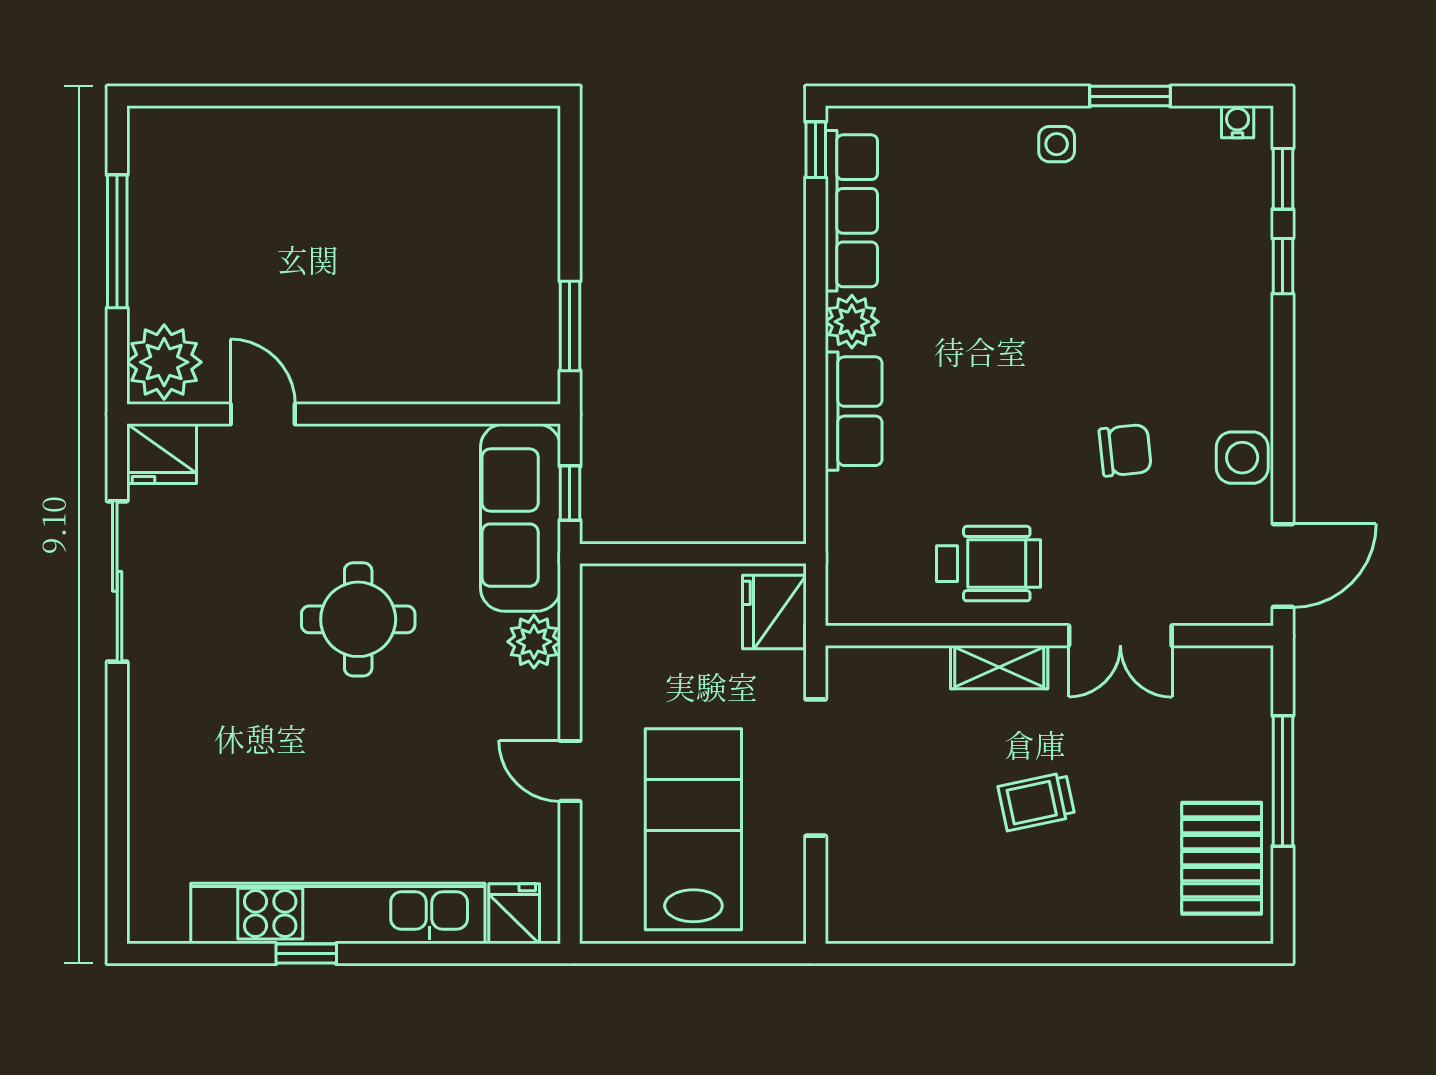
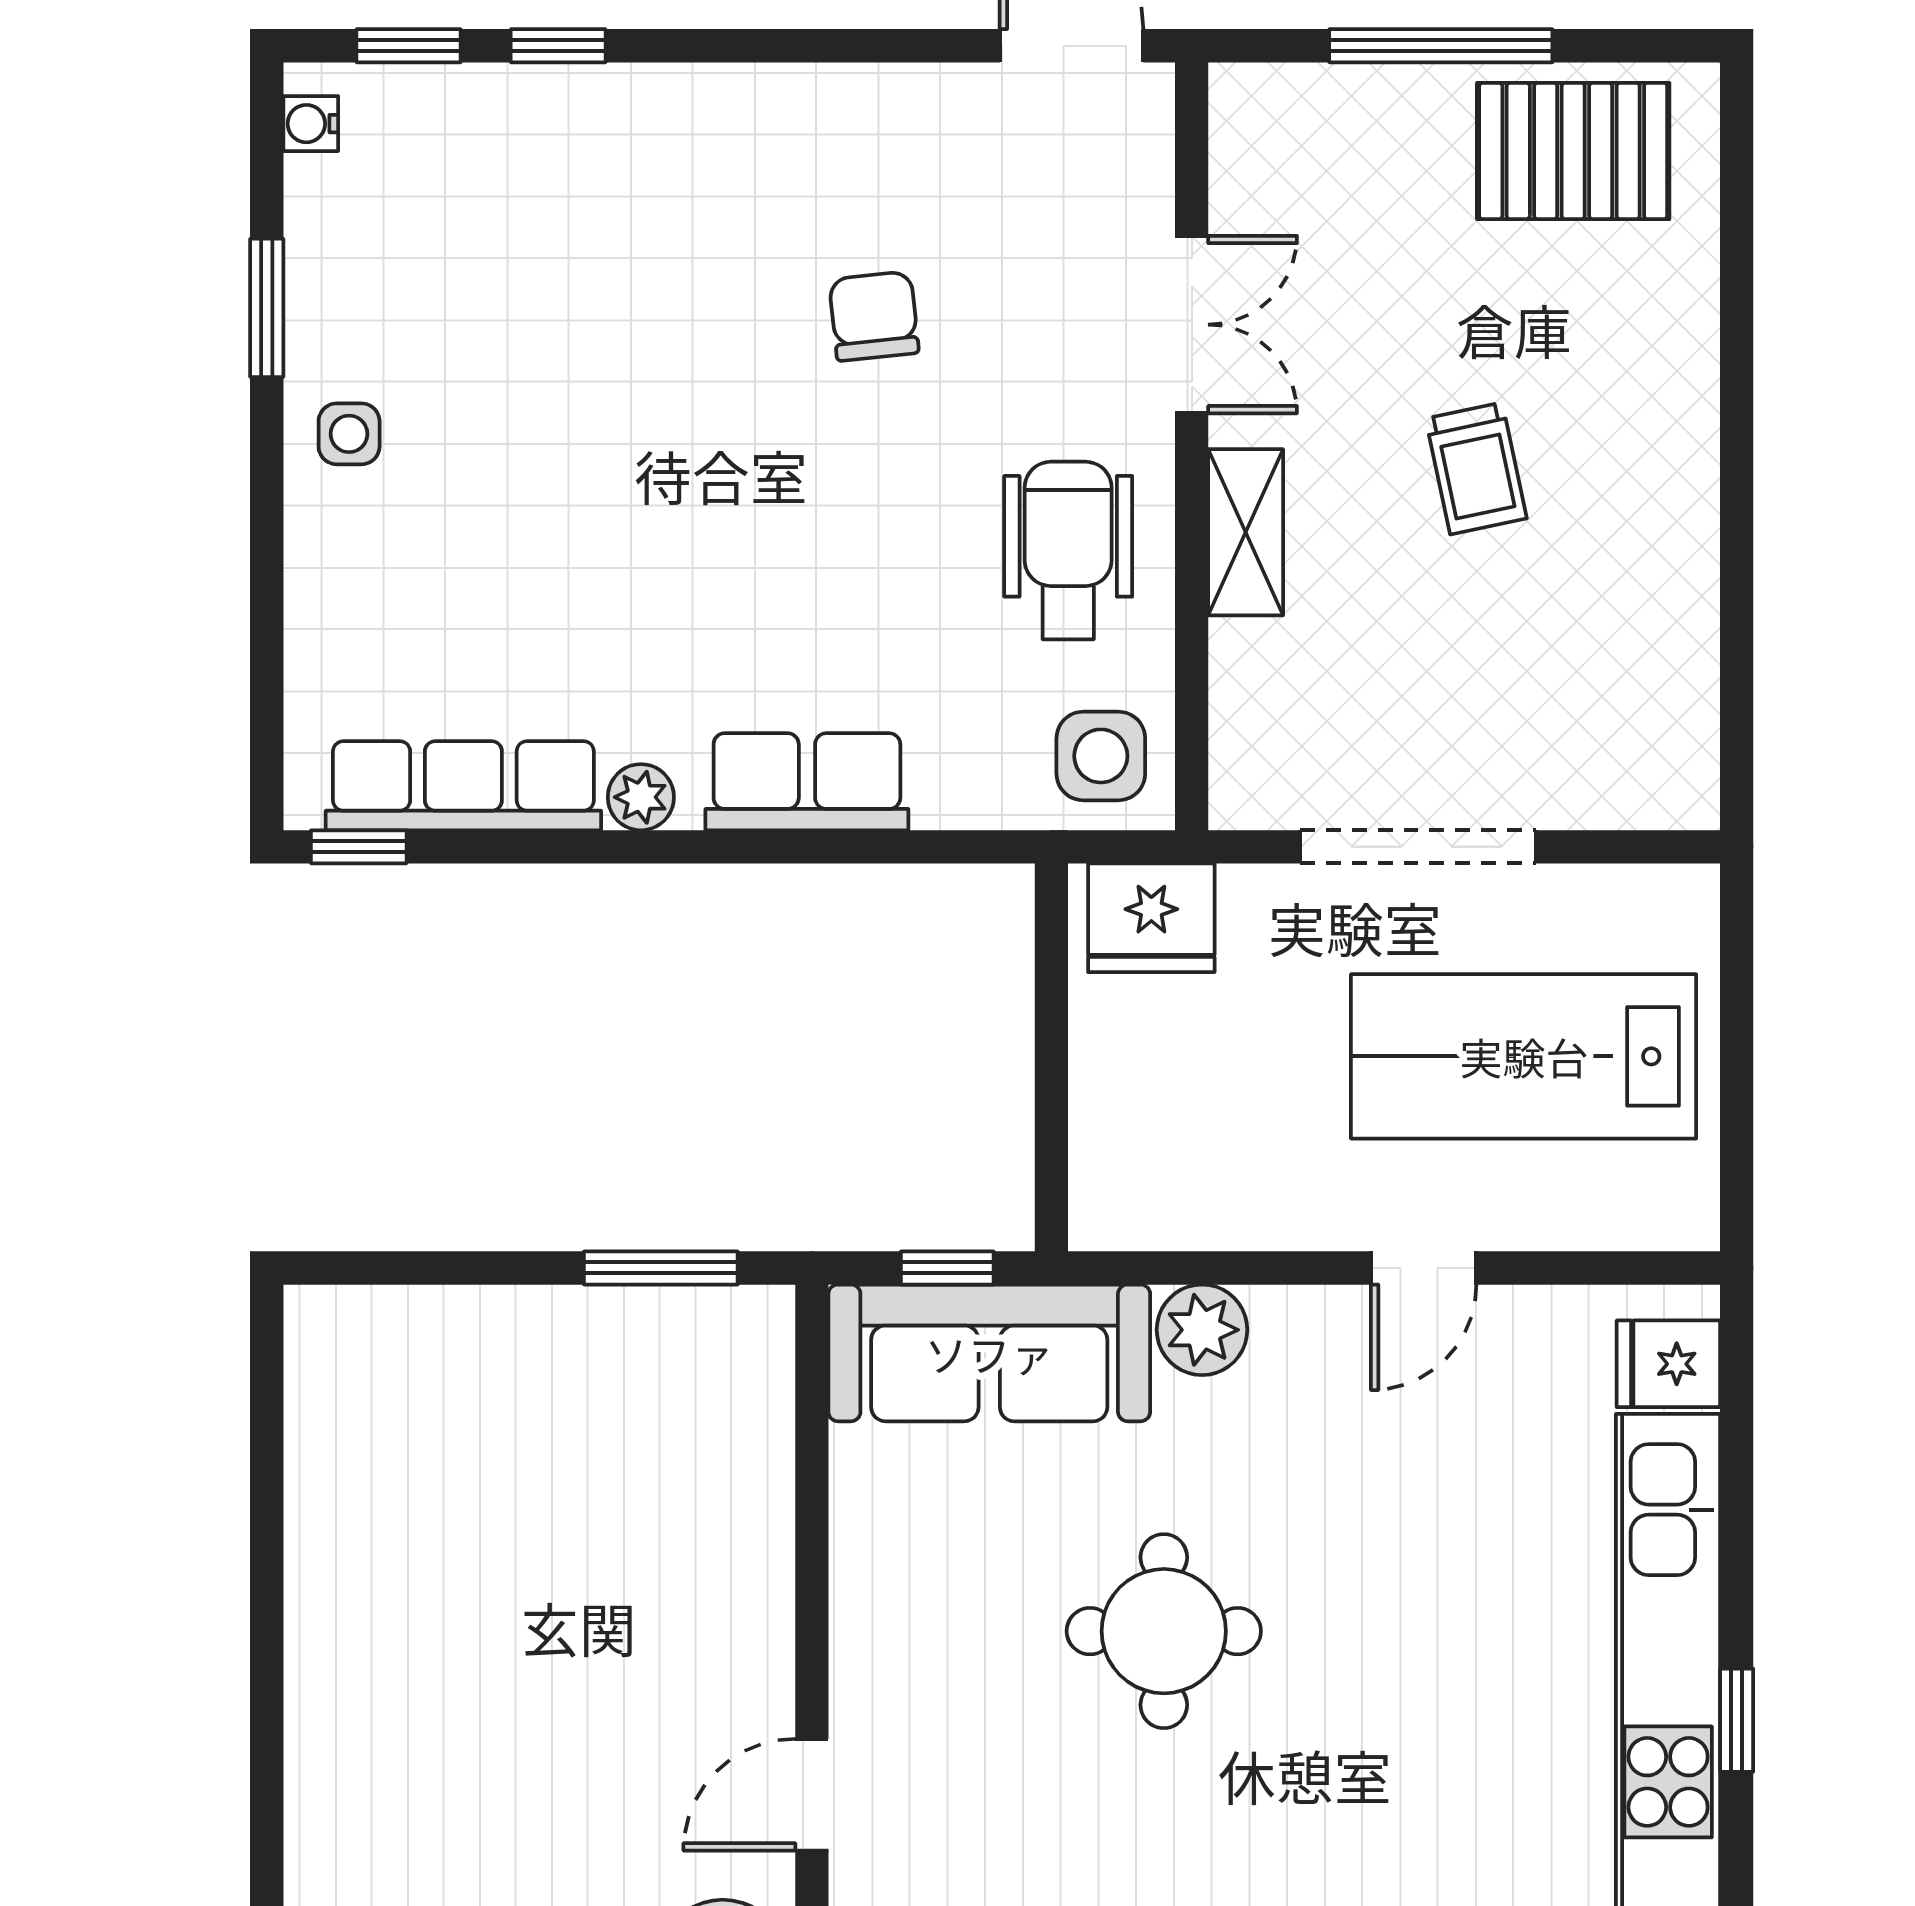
plant: (852, 322) -> (641, 797), width x0.73, depth x0.73
side table: (1242, 458) -> (1101, 756), moved

